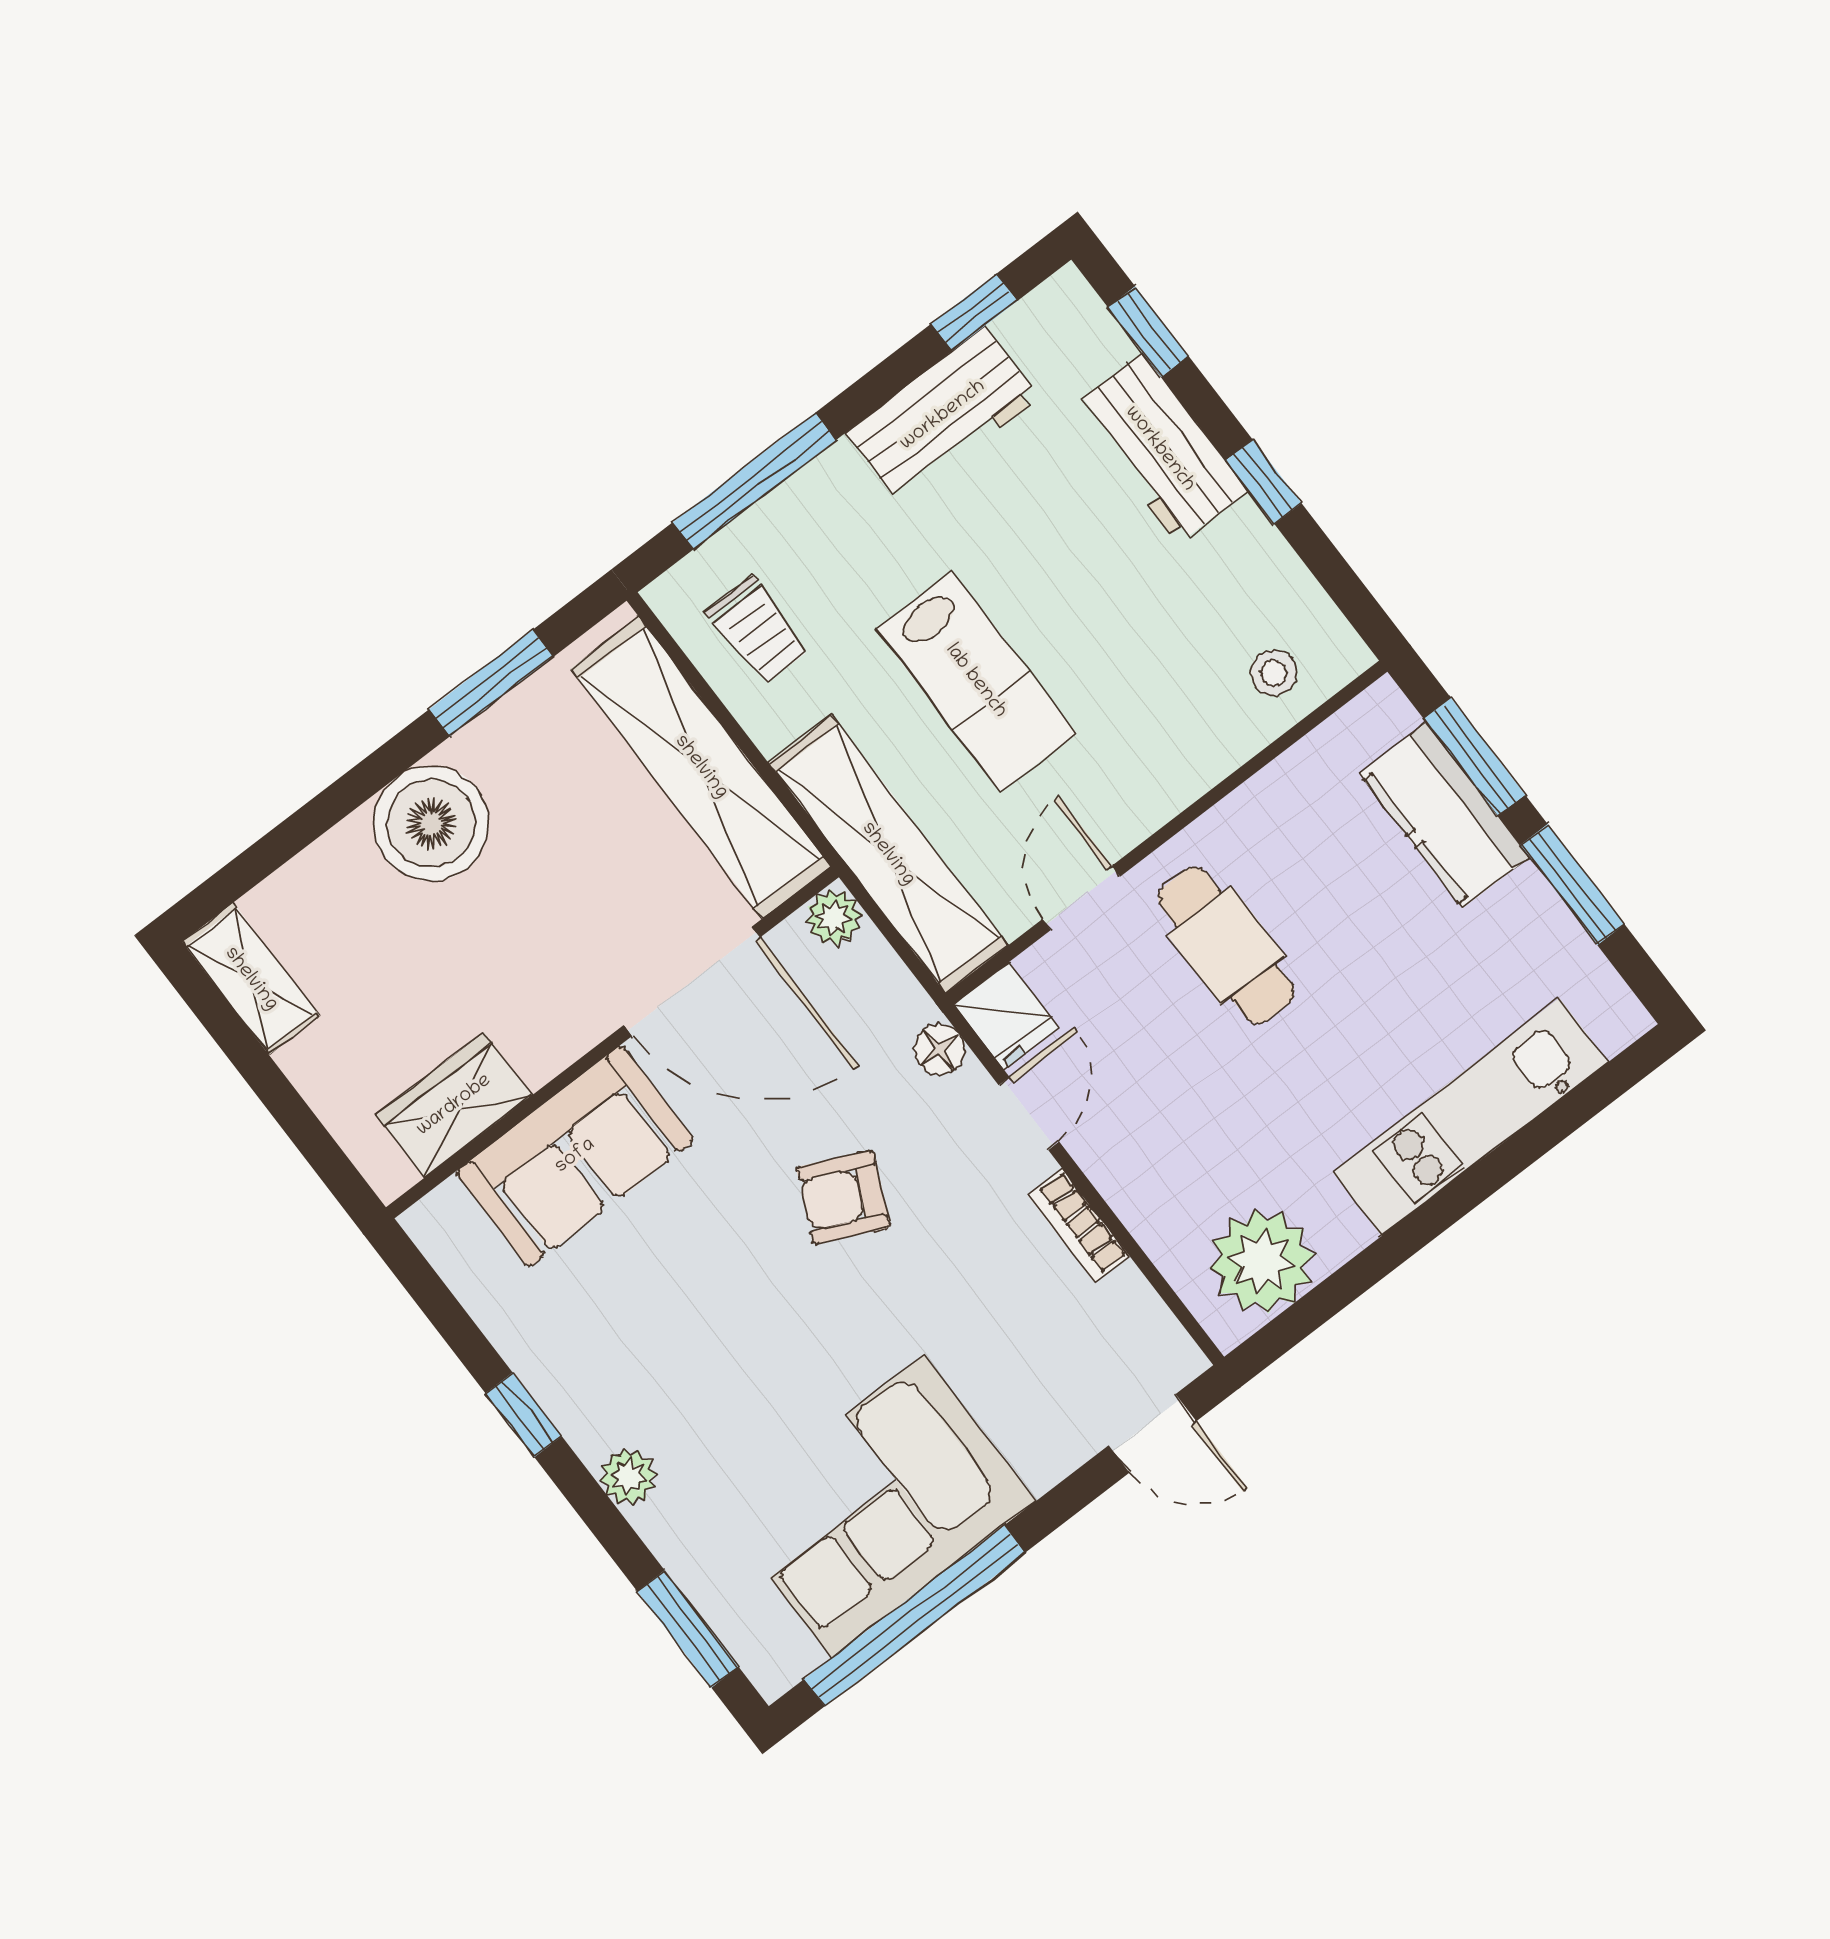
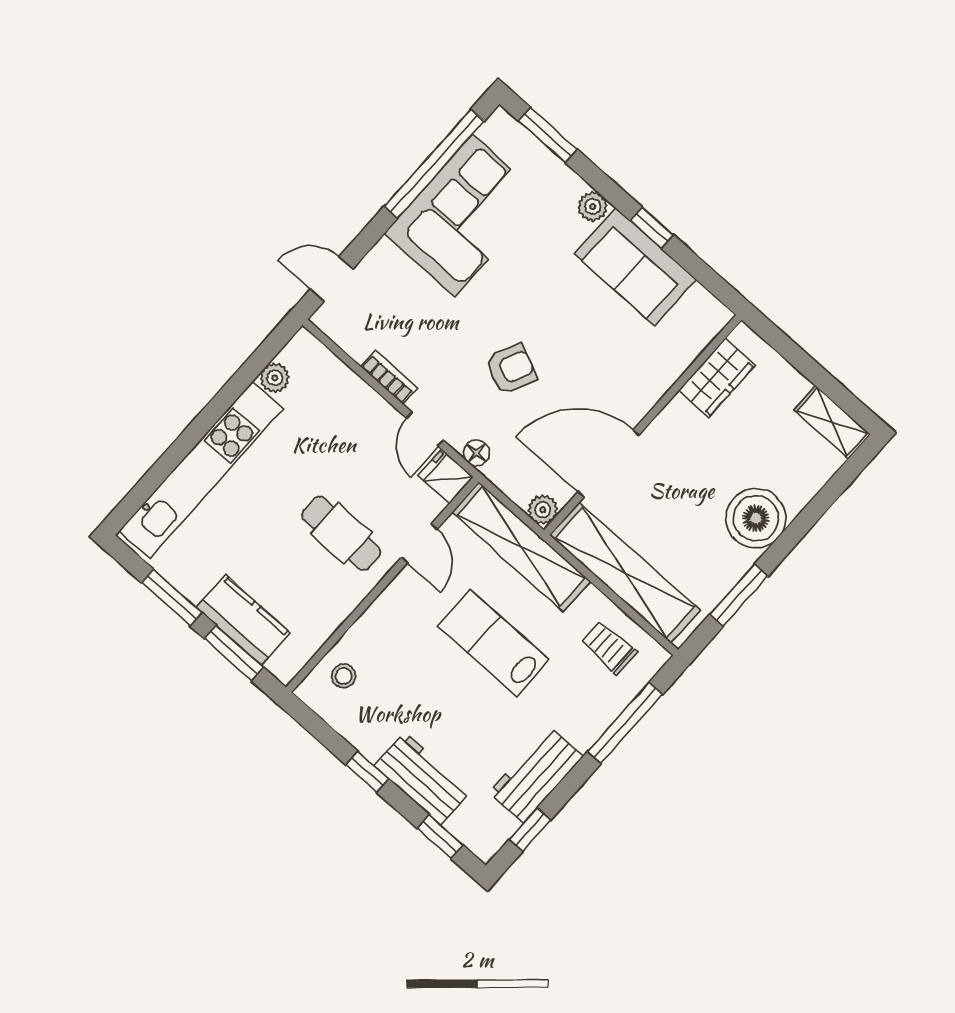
kitchen unit: (1470, 1117) -> (201, 470), width x1.36
sofa: (575, 1156) -> (635, 267), moved, turned -90
plant: (1262, 1261) -> (275, 378), width x0.53, depth x0.53

